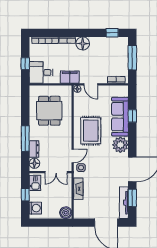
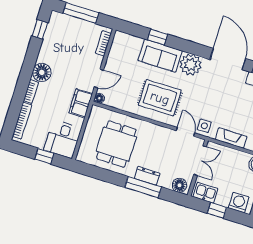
dining table: (49, 111) -> (116, 144), turned 90
sofa: (120, 117) -> (160, 56), width x0.73
dresser: (34, 149) -> (147, 176), moved

